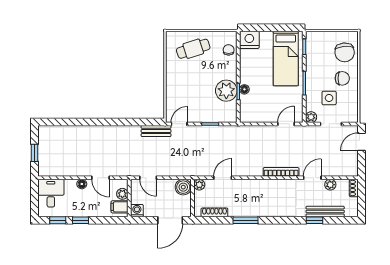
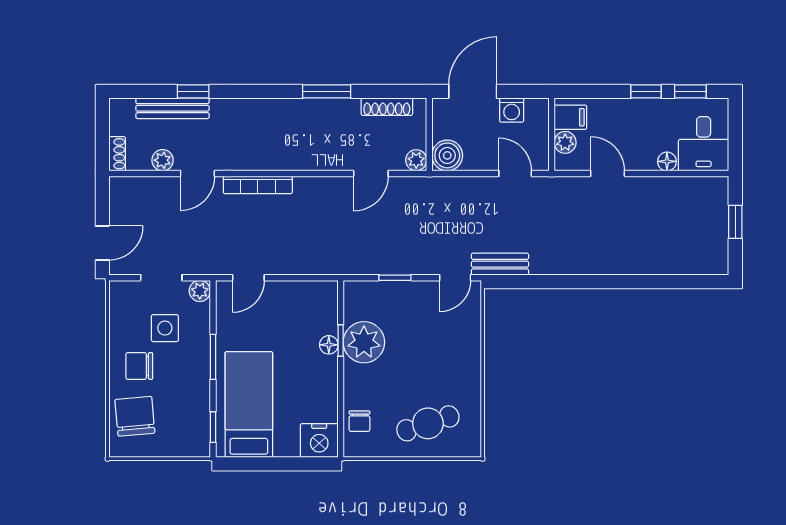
floor lamp: (82, 184) -> (667, 161), moved
washing machine: (137, 211) -> (512, 110), moved

